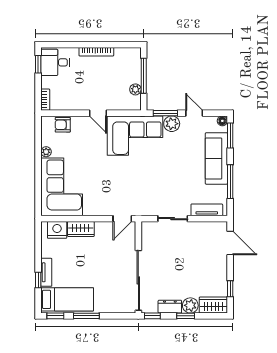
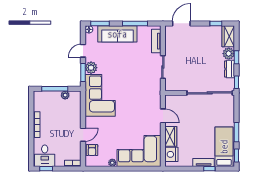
door: (98, 113) -> (83, 135), moved
door: (122, 219) -> (163, 116), moved

